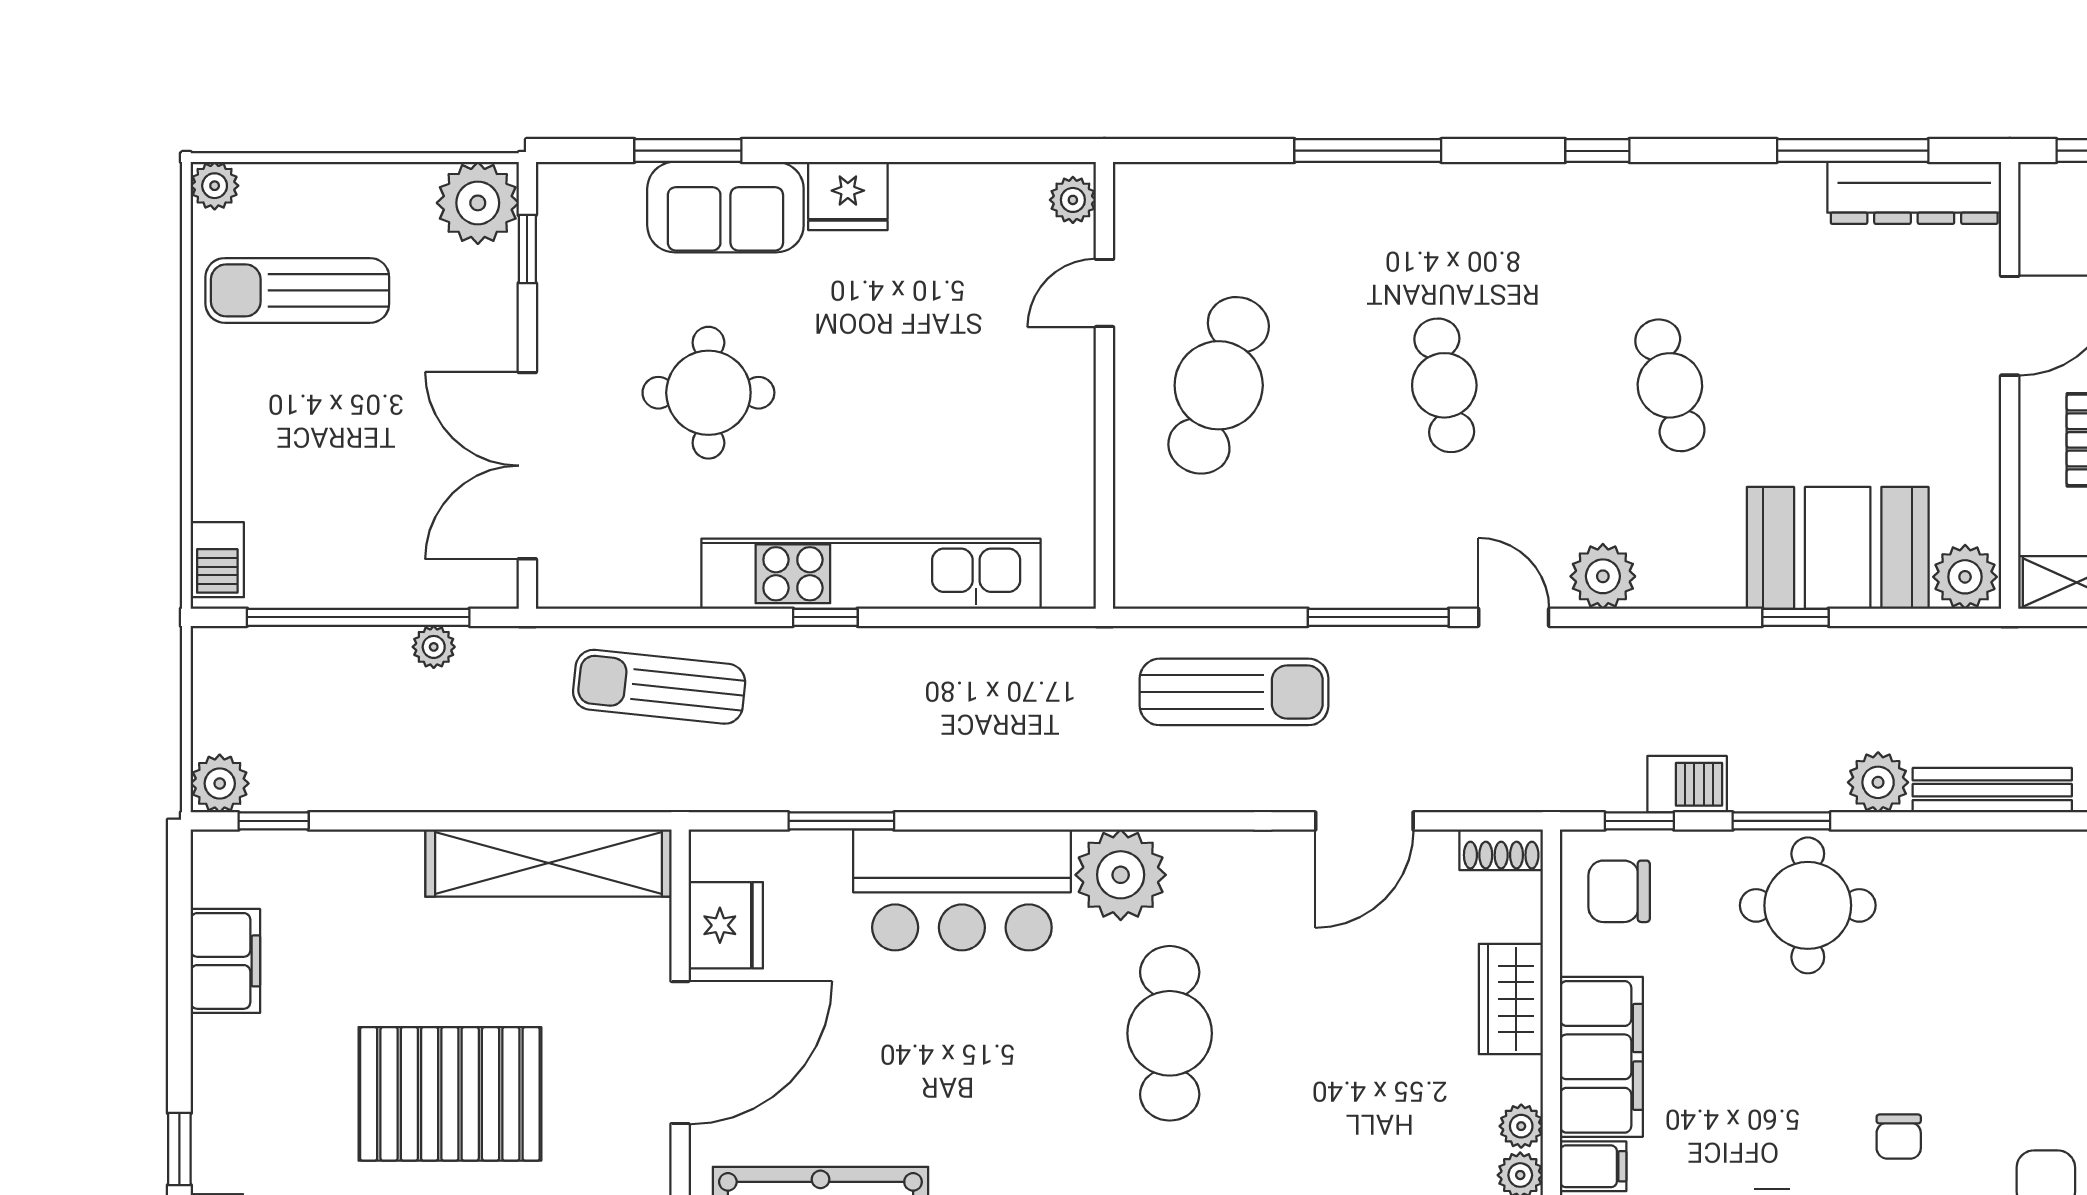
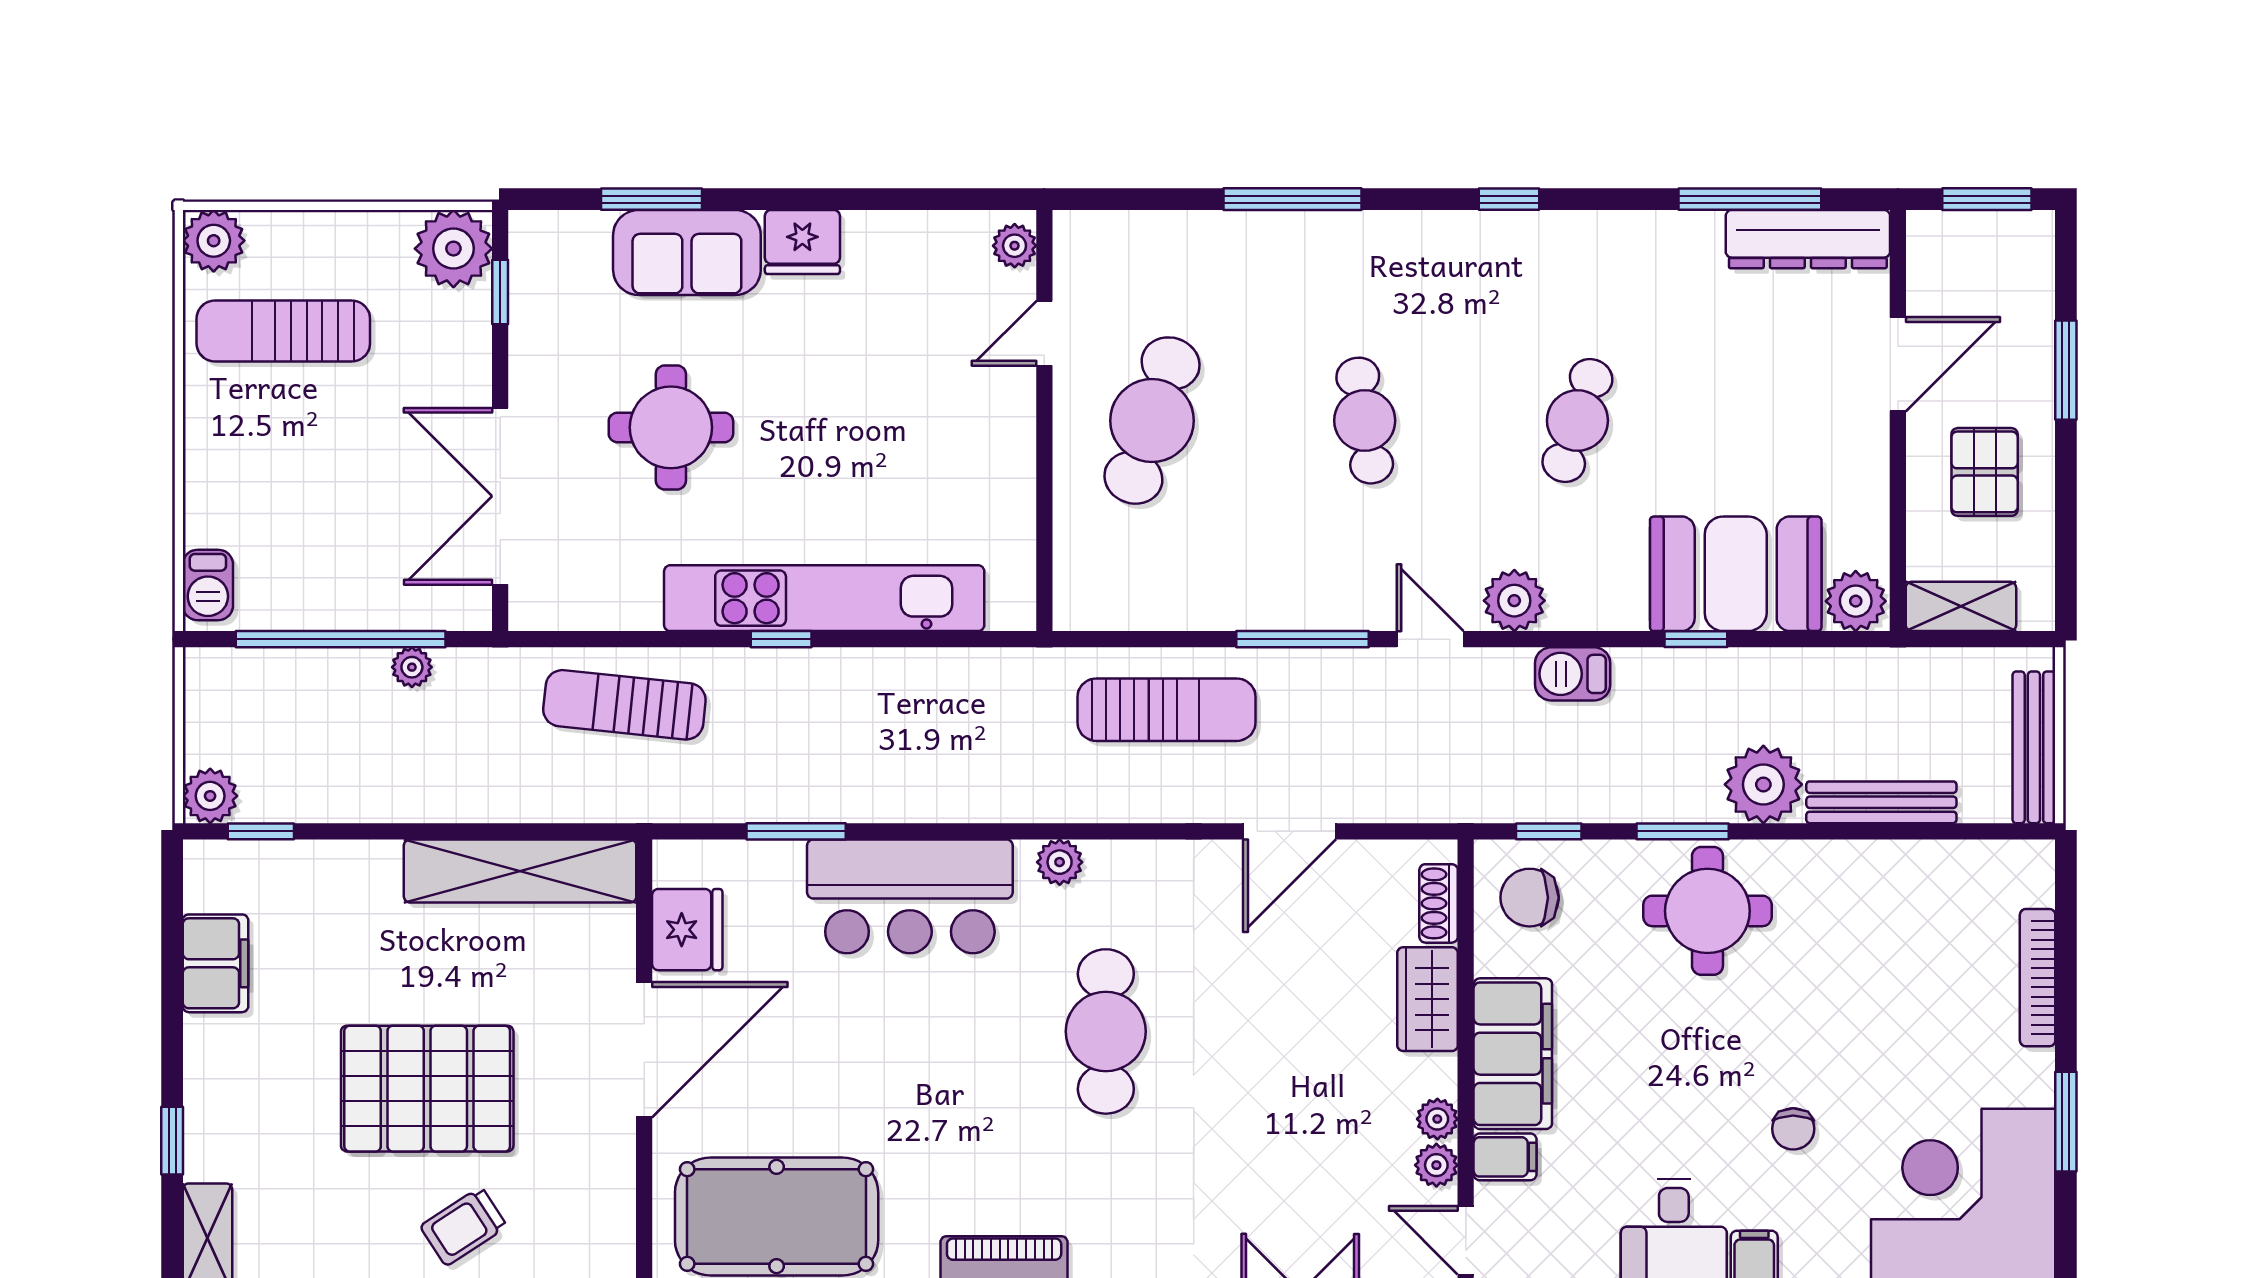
plant: (215, 186) -> (214, 241), width x1.38, depth x1.38
cafe table: (1670, 385) -> (1577, 421), turned 33
plant: (1878, 782) -> (1763, 784), width x1.36, depth x1.36
barbecue: (1687, 784) -> (1573, 674), moved, turned 180
shoe rack: (1501, 850) -> (1439, 903), moved, turned 90
plant: (1121, 875) -> (1060, 862), width x0.53, depth x0.53

